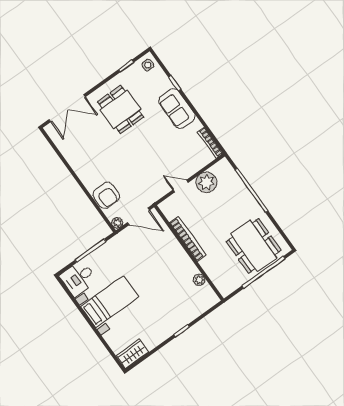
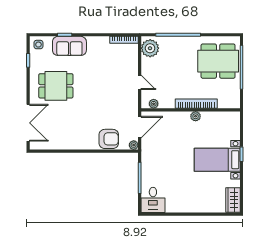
sofa: (177, 109) -> (69, 46), moved
plant: (206, 182) -> (150, 48), moved
door: (181, 186) -> (140, 82), swing flipped
plant: (170, 214) -> (154, 104), added
bookcase: (188, 239) -> (196, 104), moved
plant: (199, 280) -> (196, 116), moved
bed with nightstands: (110, 302) -> (217, 160), moved, turned -90

